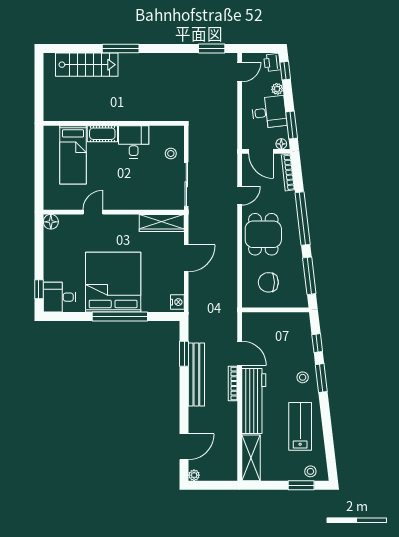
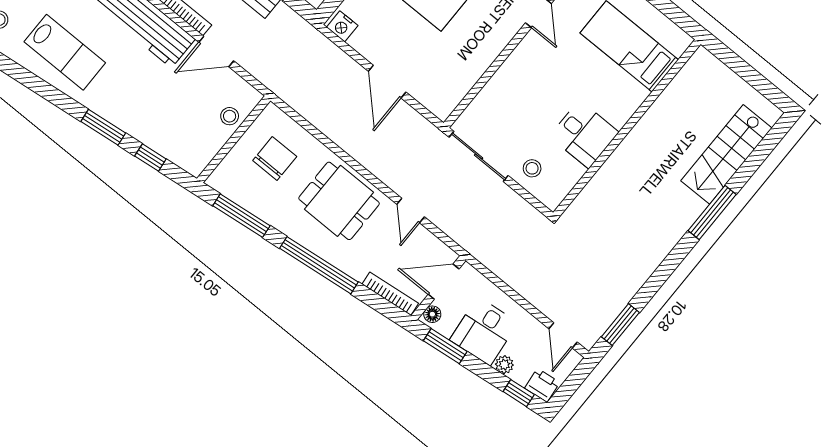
cot: (102, 134) -> (626, 104), removed
wardrobe: (162, 223) -> (456, 87), removed
stool: (303, 377) -> (230, 116), moved

